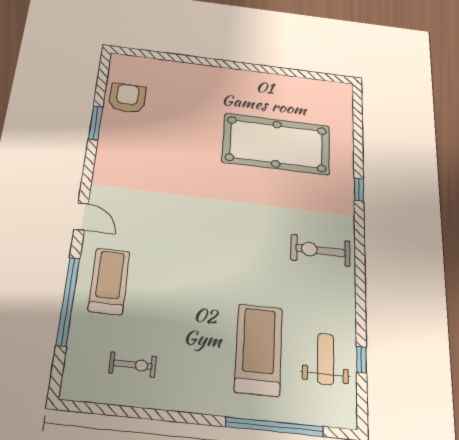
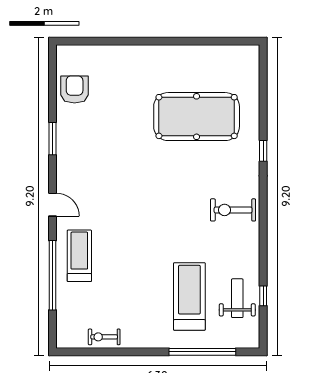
window: (96, 123) -> (53, 139), moved
exercise bike: (133, 365) -> (104, 337), moved, turned 180

